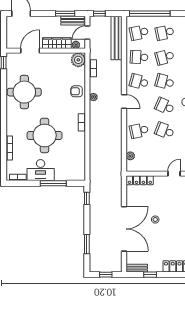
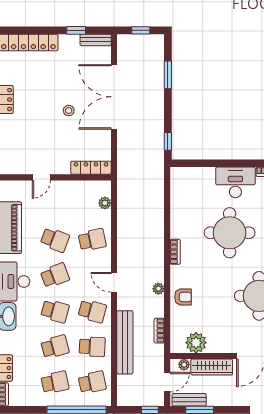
bench: (117, 38) -> (125, 342), moved
plant: (78, 60) -> (196, 343), moved
school desk: (165, 106) -> (55, 275), turned -45
window: (53, 183) -> (217, 163), removed

